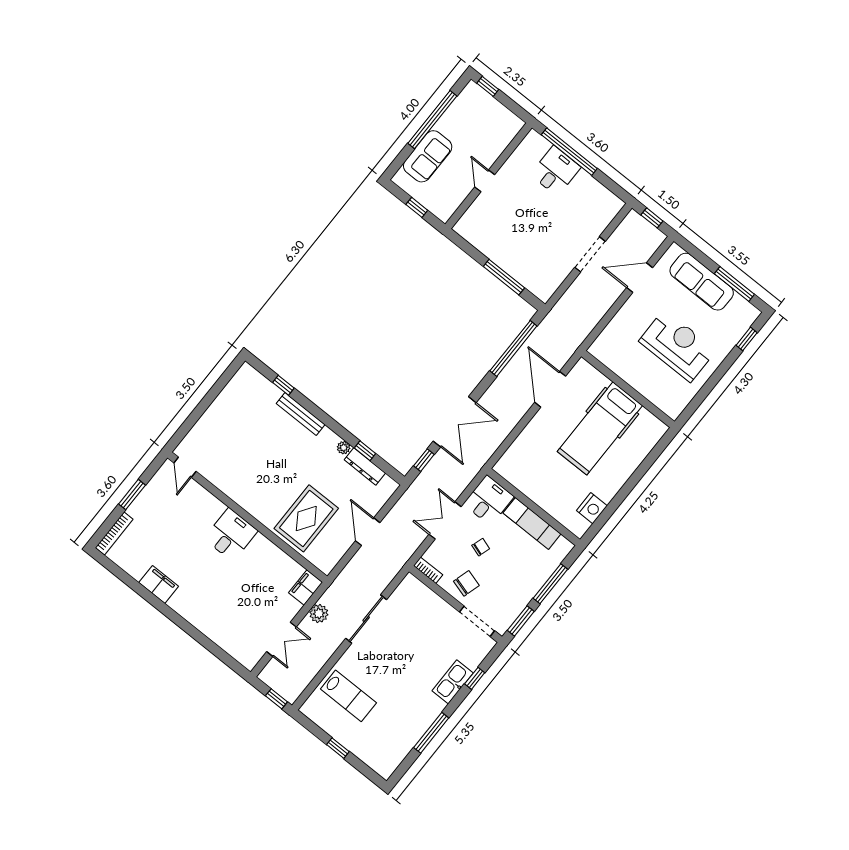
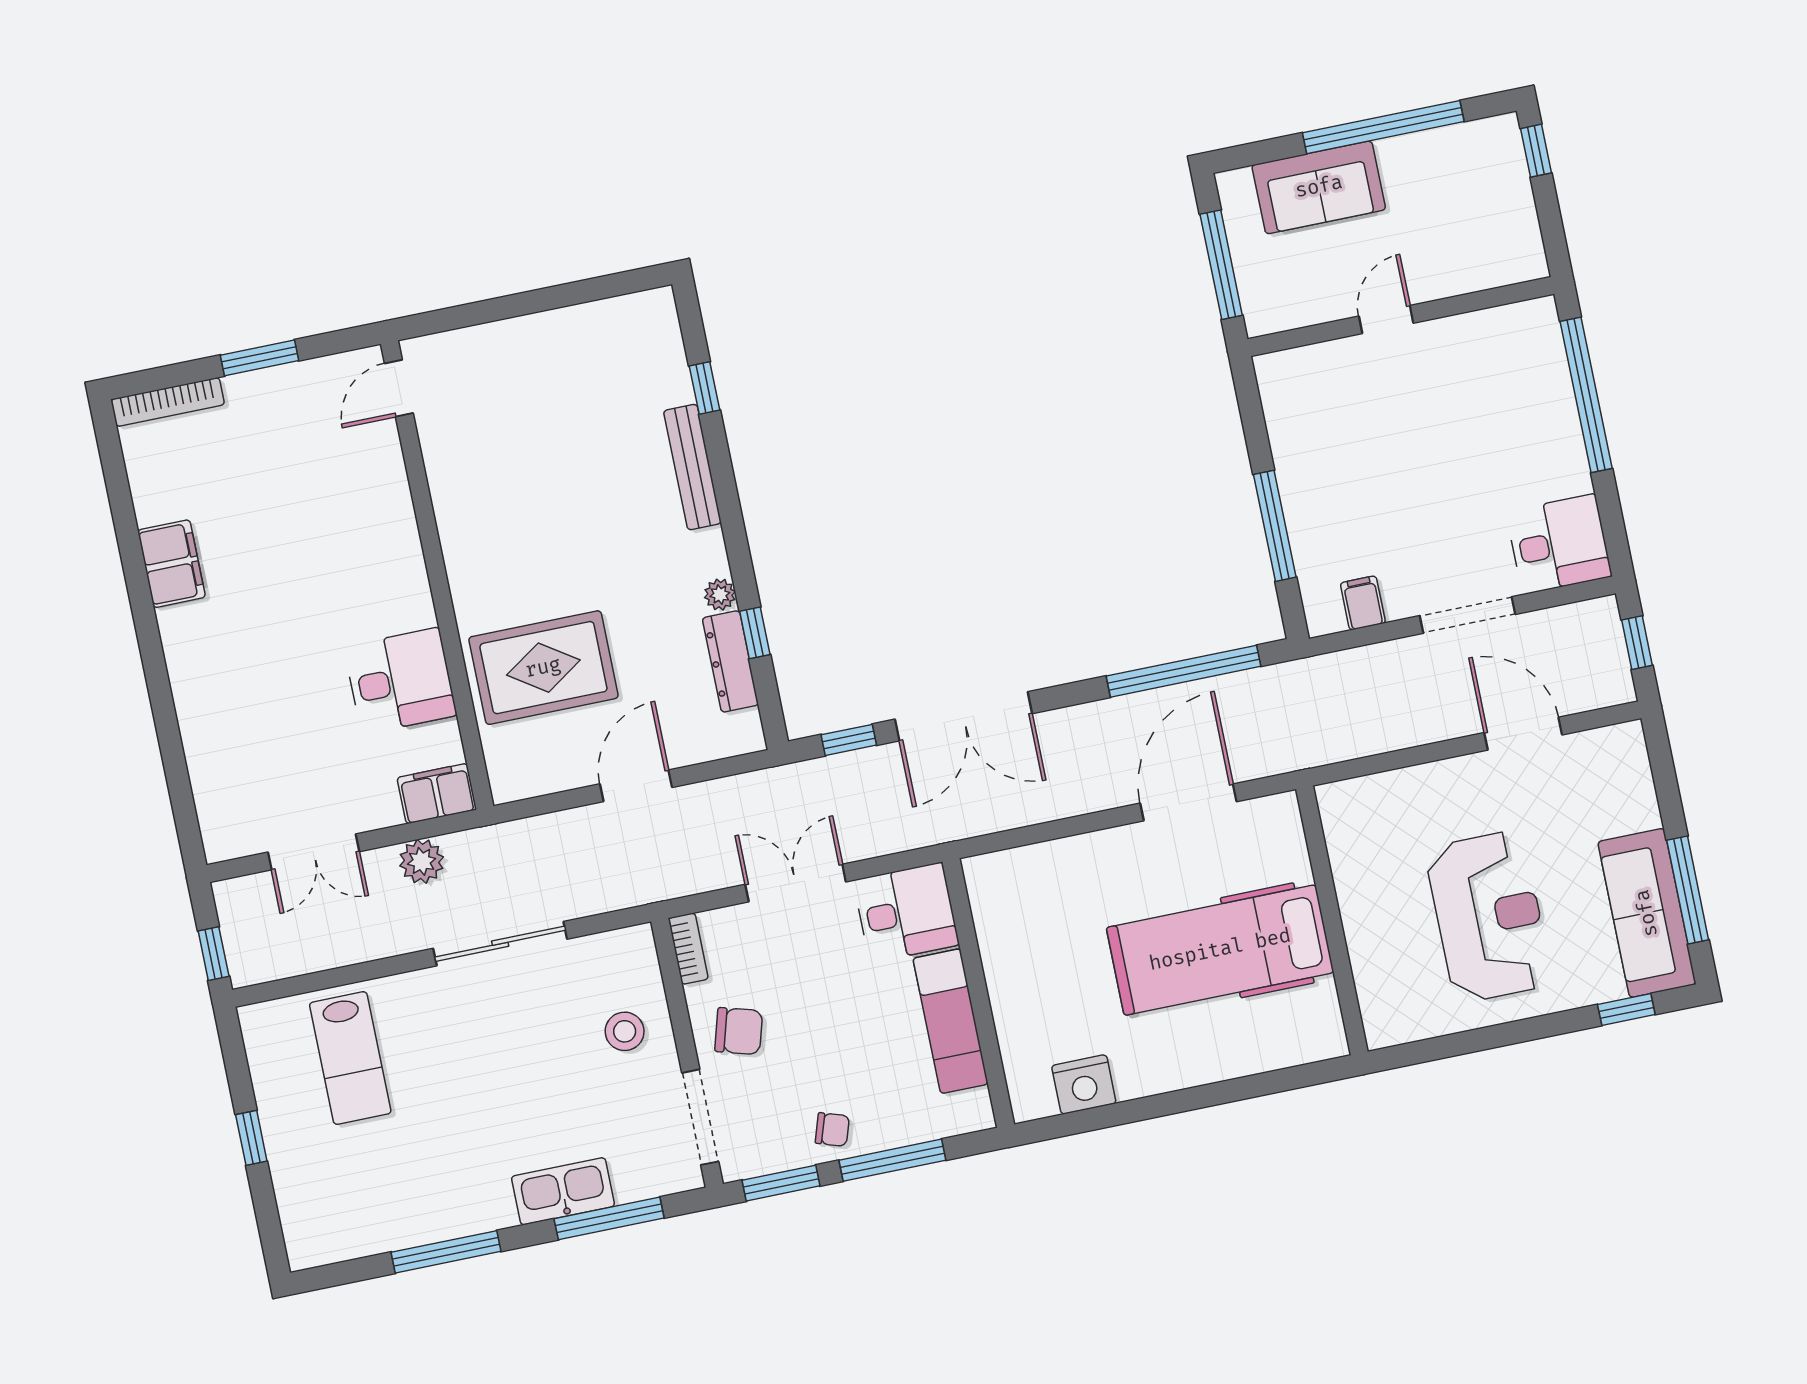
desk: (555, 171) -> (1559, 544), moved
window: (417, 207) -> (1221, 265), width x2.17
filing cabinet: (553, 278) -> (1363, 603), added
sofa: (702, 282) -> (1647, 913), moved
desk: (231, 535) -> (400, 681), moved
chair: (481, 547) -> (832, 1130), moved
stool: (430, 614) -> (625, 1031), added
window: (475, 678) -> (609, 1218), width x2.17

